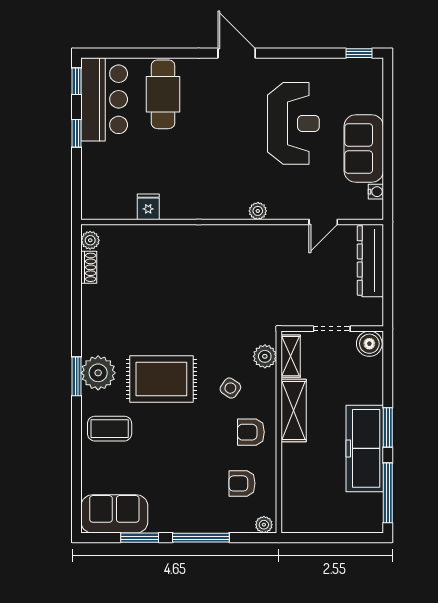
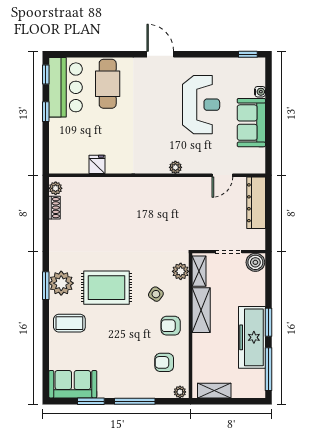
water cooler: (376, 192) -> (260, 92), moved
shelving: (312, 523) -> (214, 391), added

